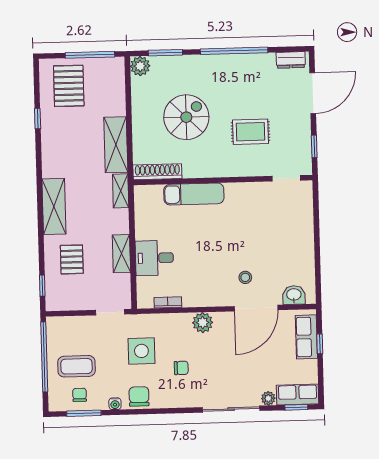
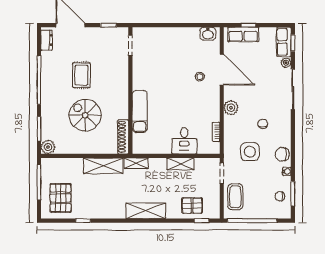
pallet: (69, 86) -> (61, 198), turned 90
rug: (251, 132) -> (81, 75), moved
pallet: (72, 259) -> (192, 206), moved
washbasin: (294, 295) -> (208, 34), moved, turned -90
coffee table: (76, 366) -> (235, 197), moved

